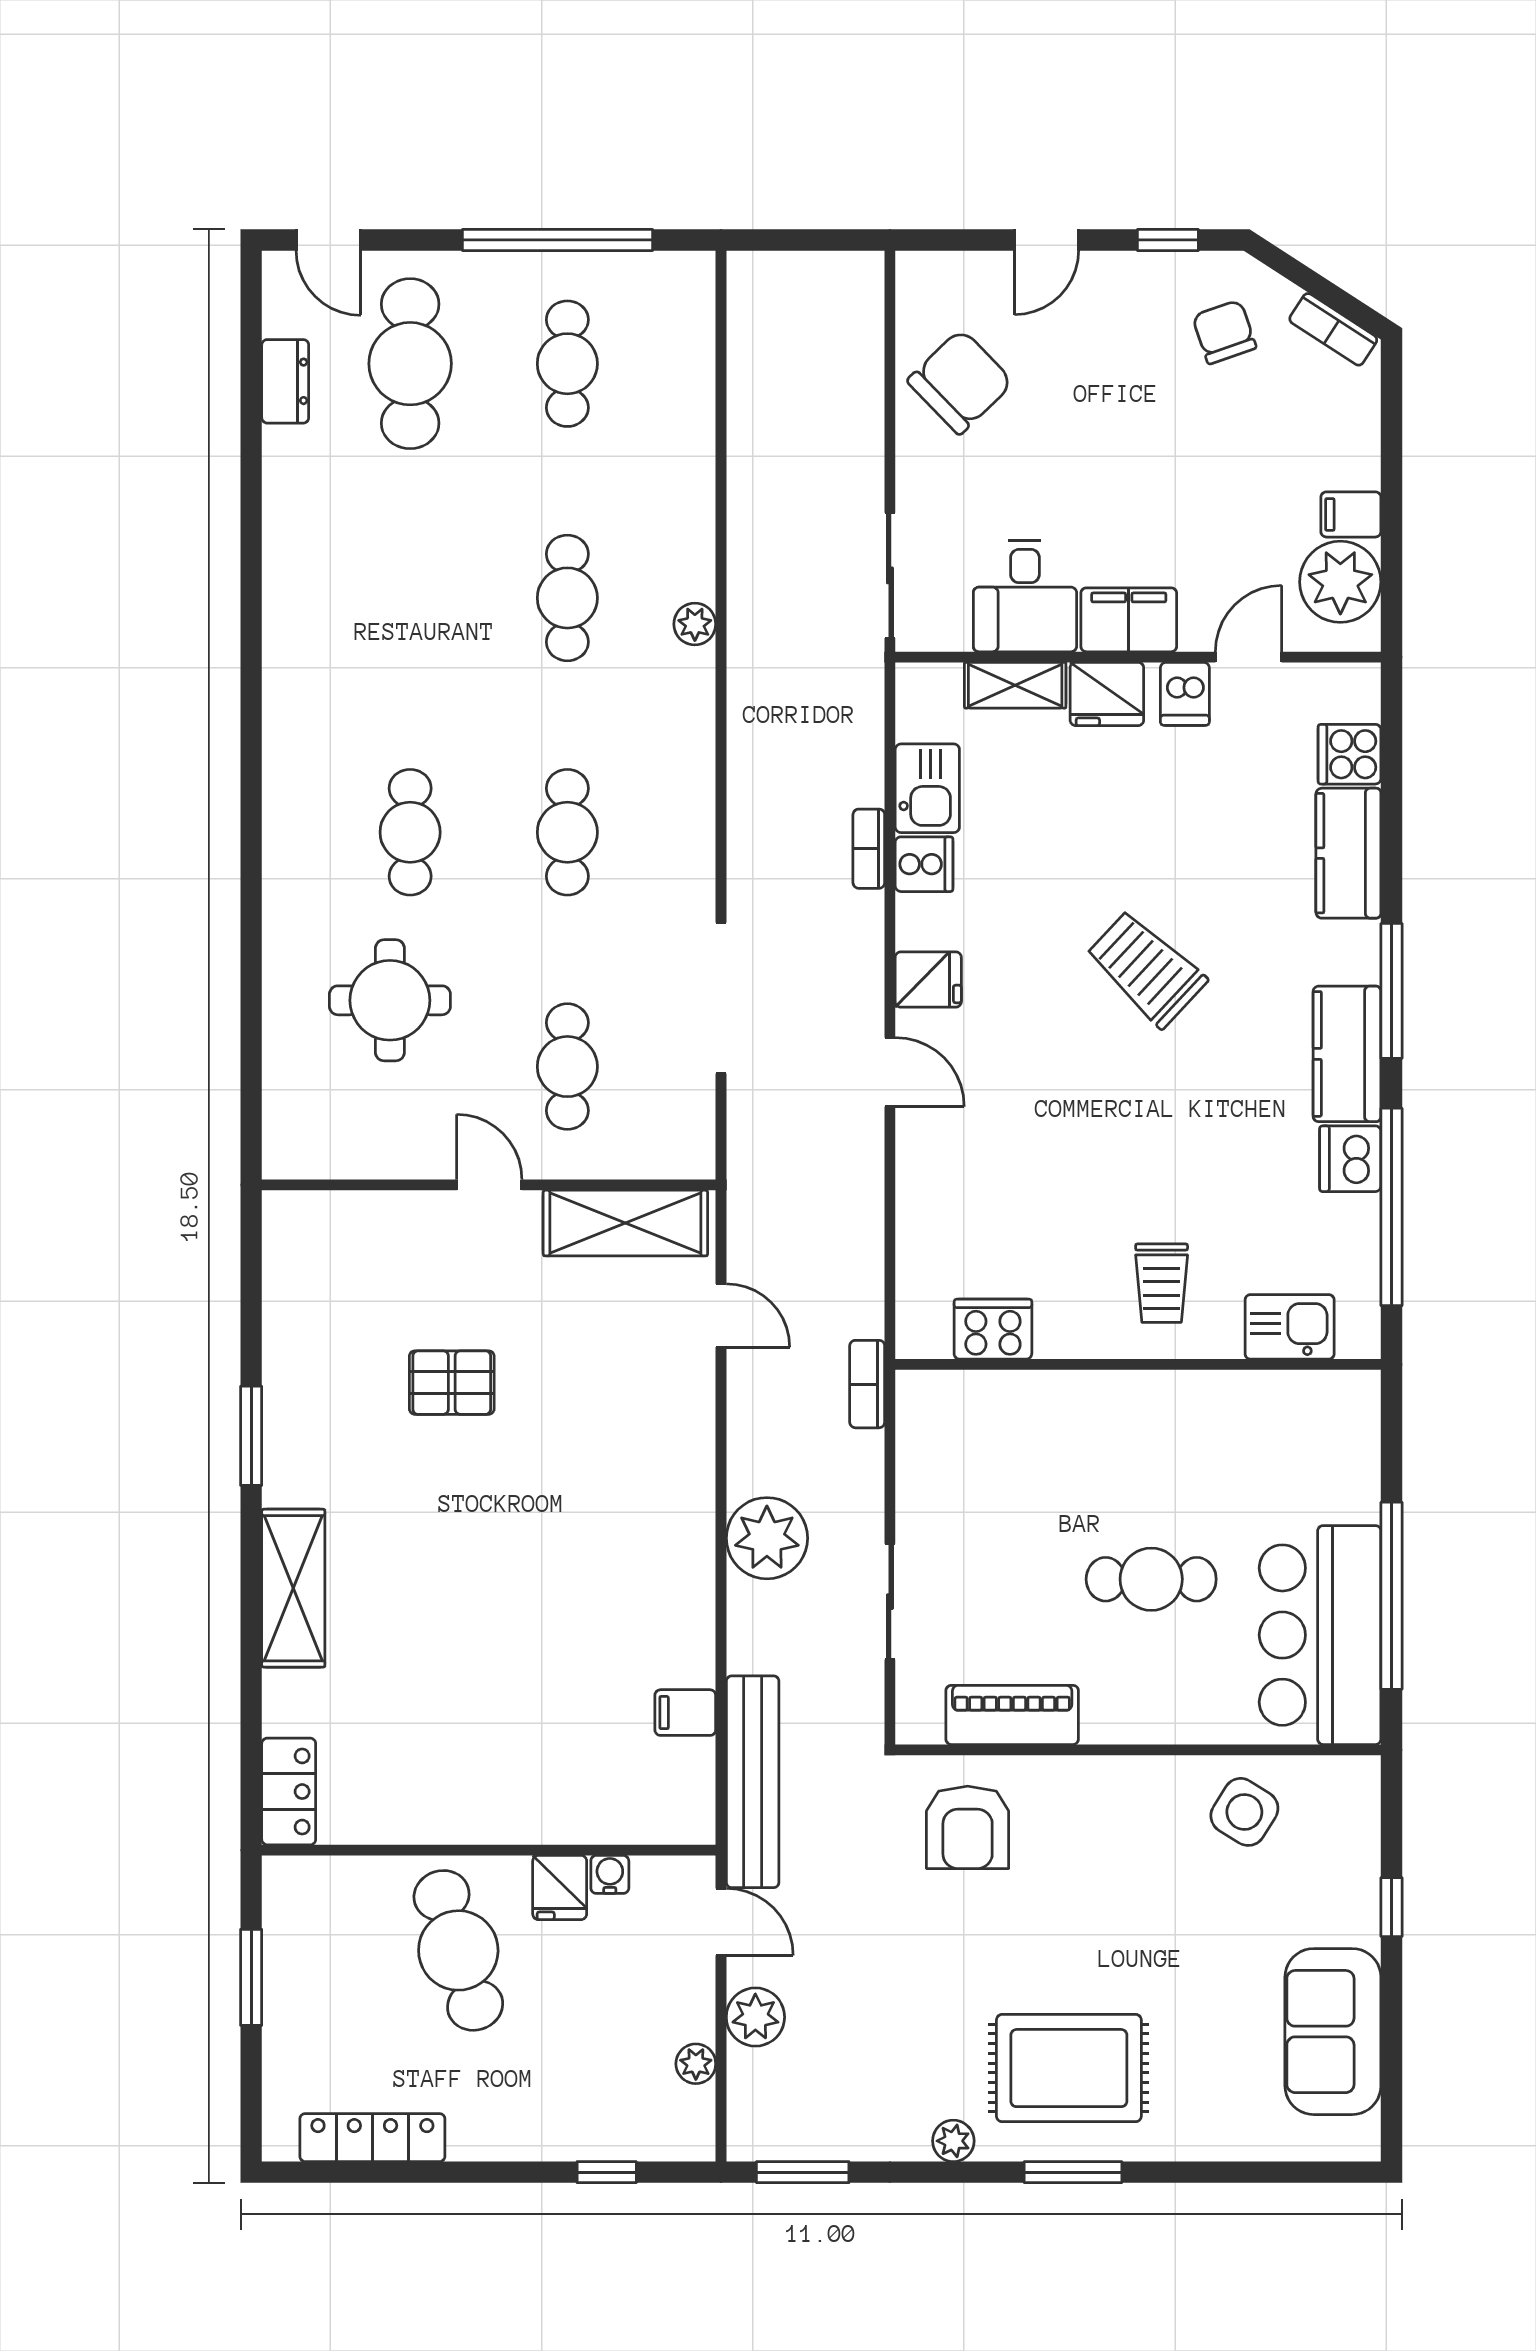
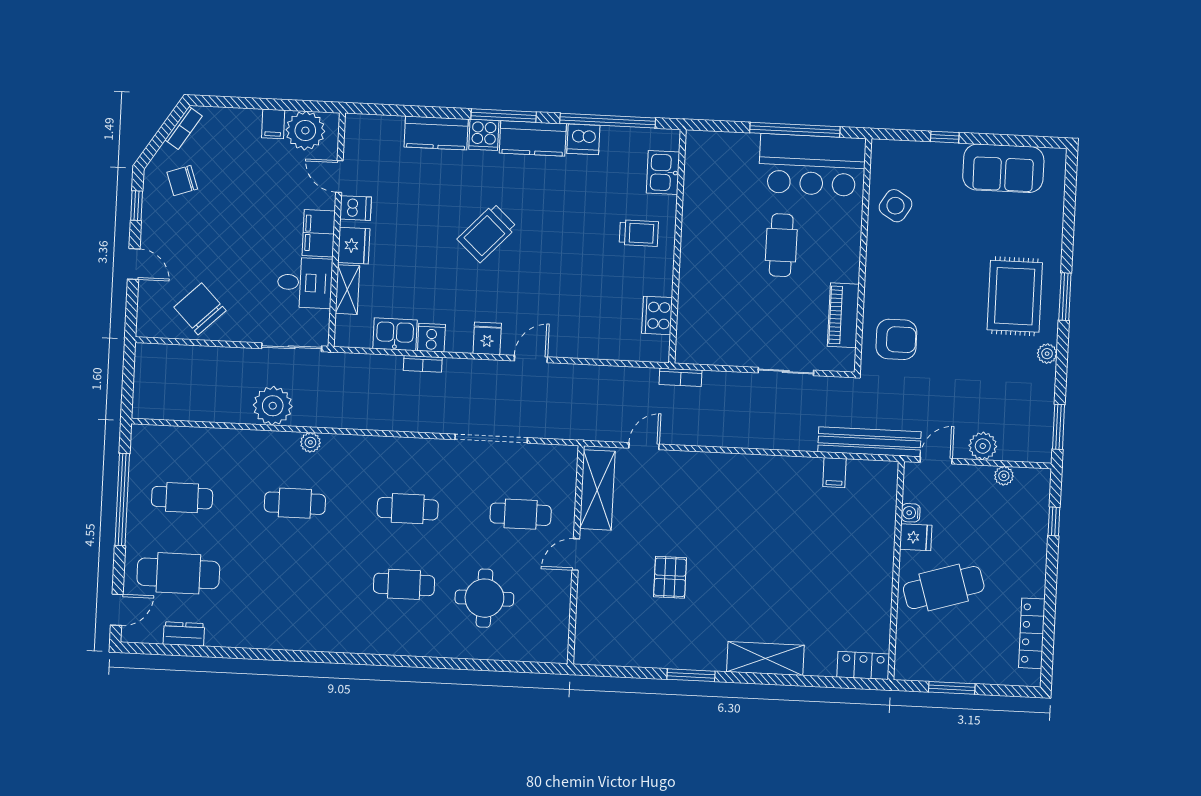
cooker: (1349, 754) -> (484, 135), moved
plant: (767, 1538) -> (273, 406), moved

